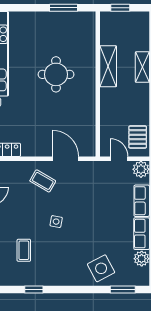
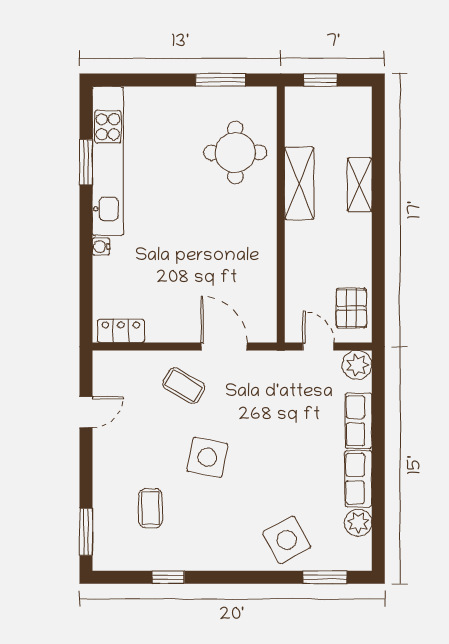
round table: (56, 74) -> (235, 152), moved
side table: (56, 222) -> (207, 457), width x1.87, depth x1.87

